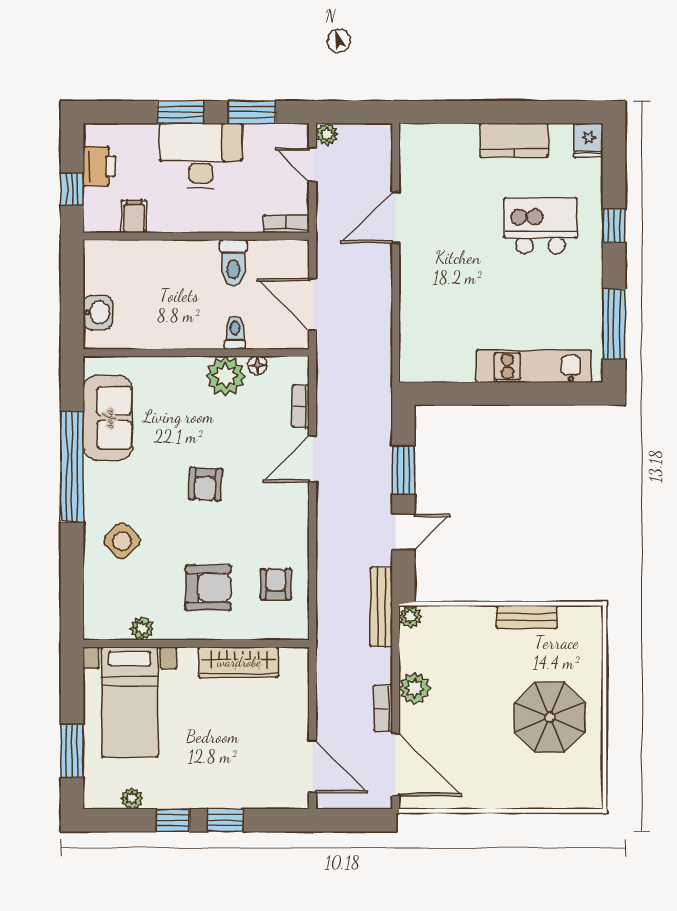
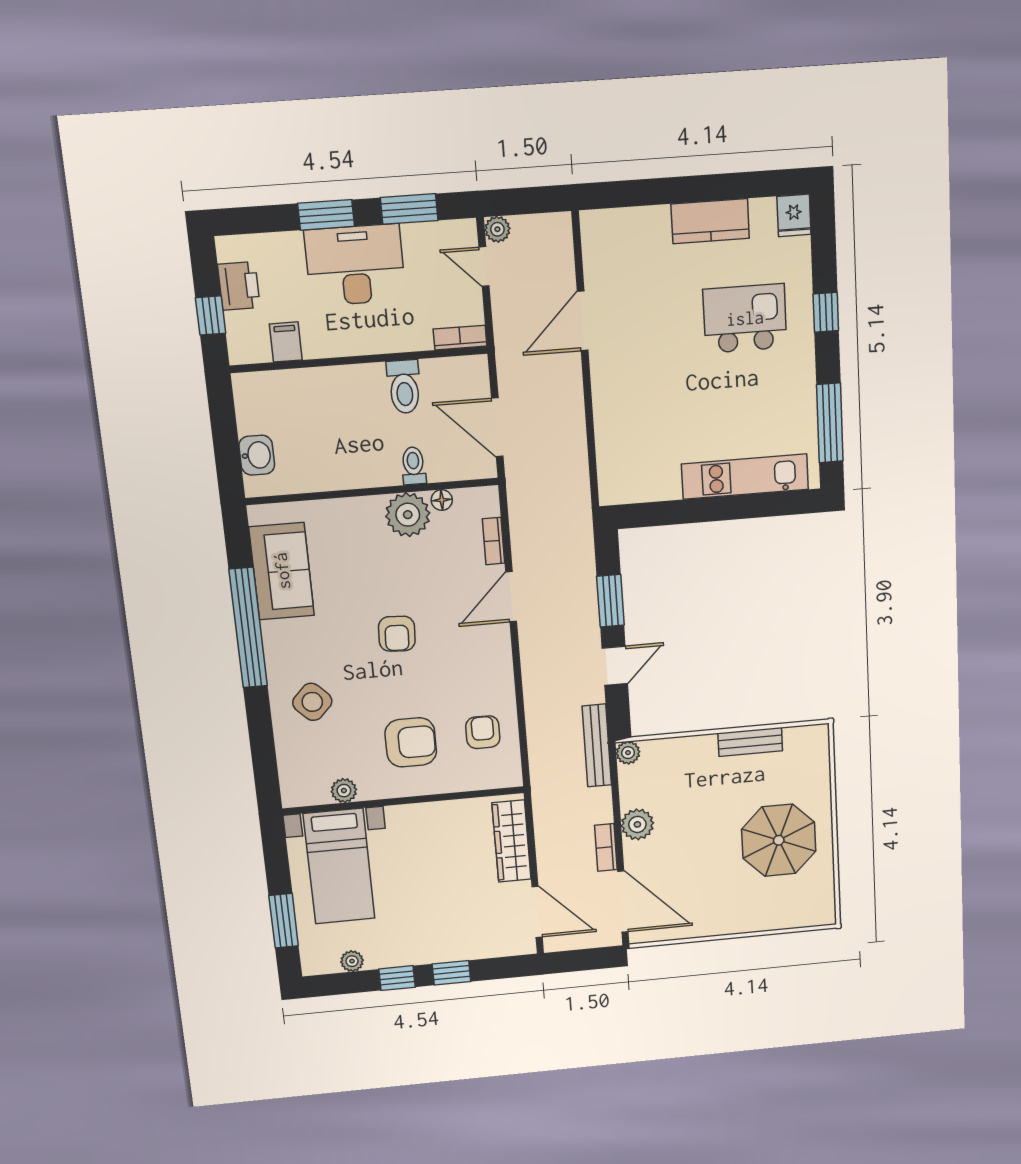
wardrobe: (239, 662) -> (511, 841), moved, turned 90

